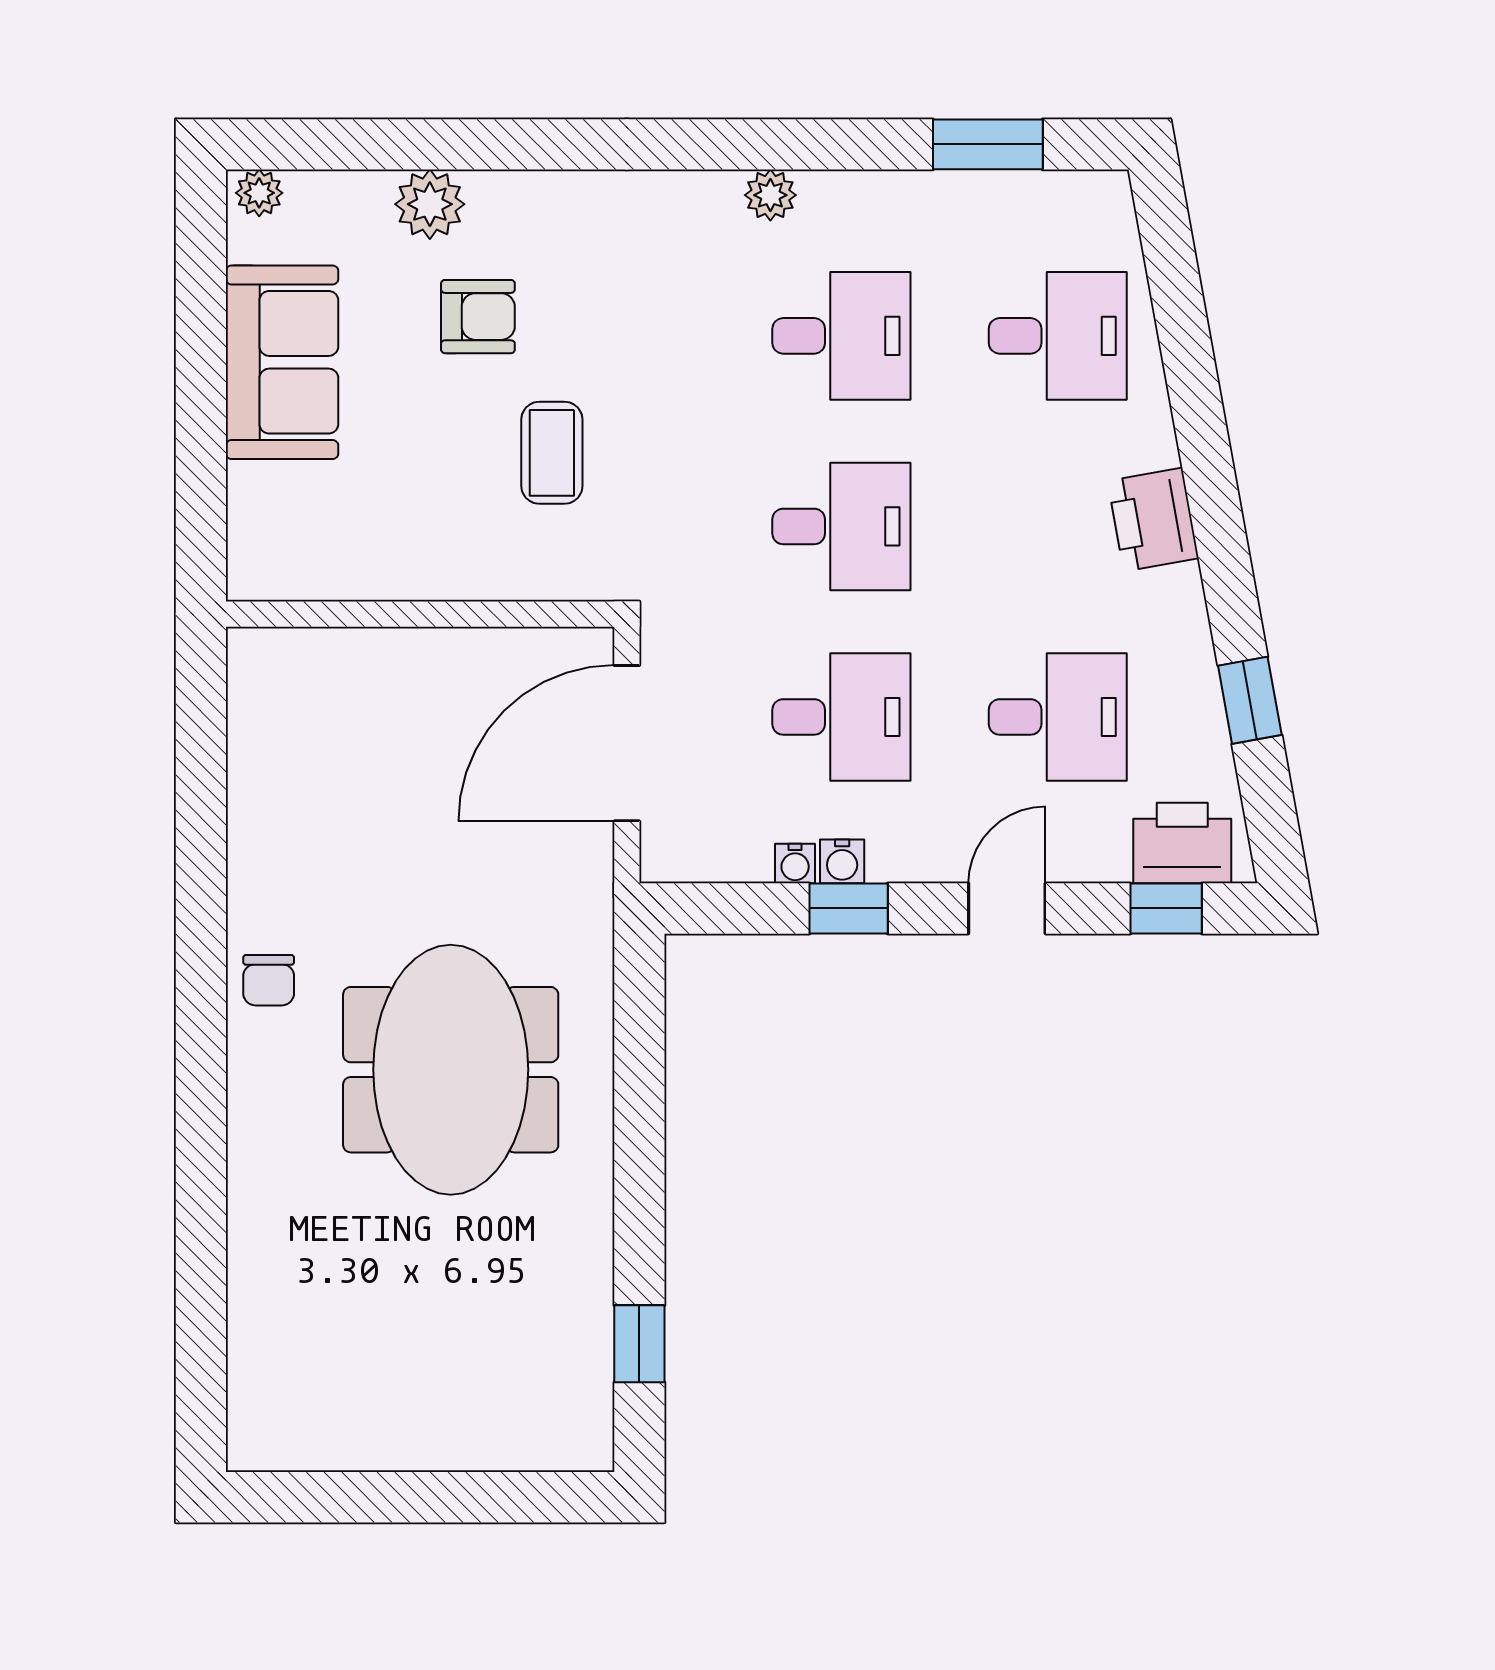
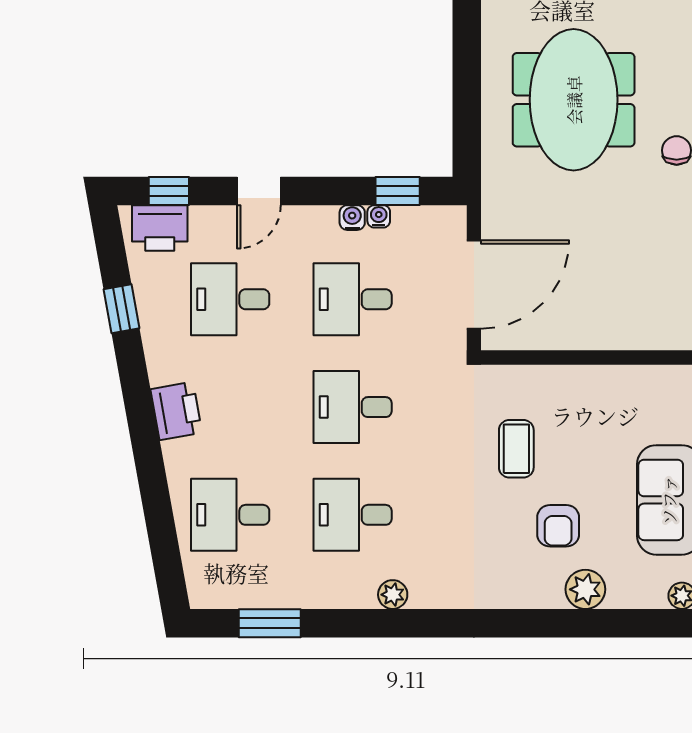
armchair: (478, 317) -> (558, 526), turned -90
window: (849, 908) -> (398, 191), moved

